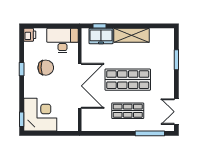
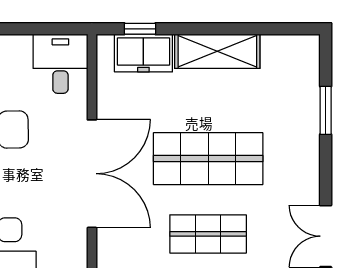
desk: (62, 40) -> (60, 64), width x0.73

